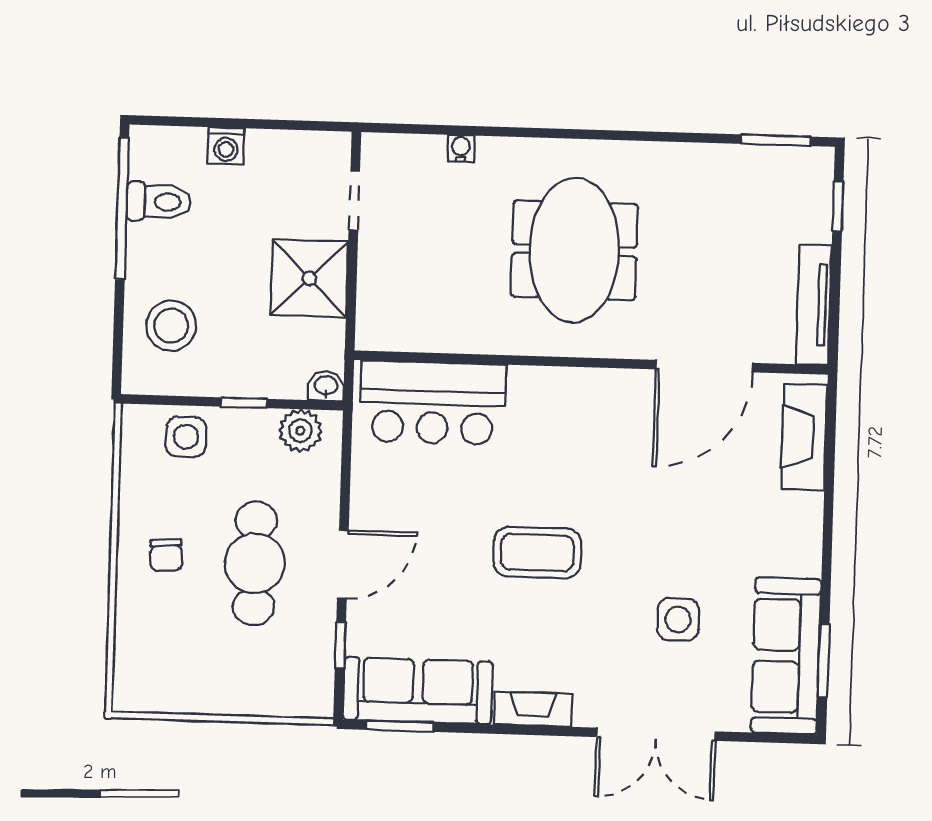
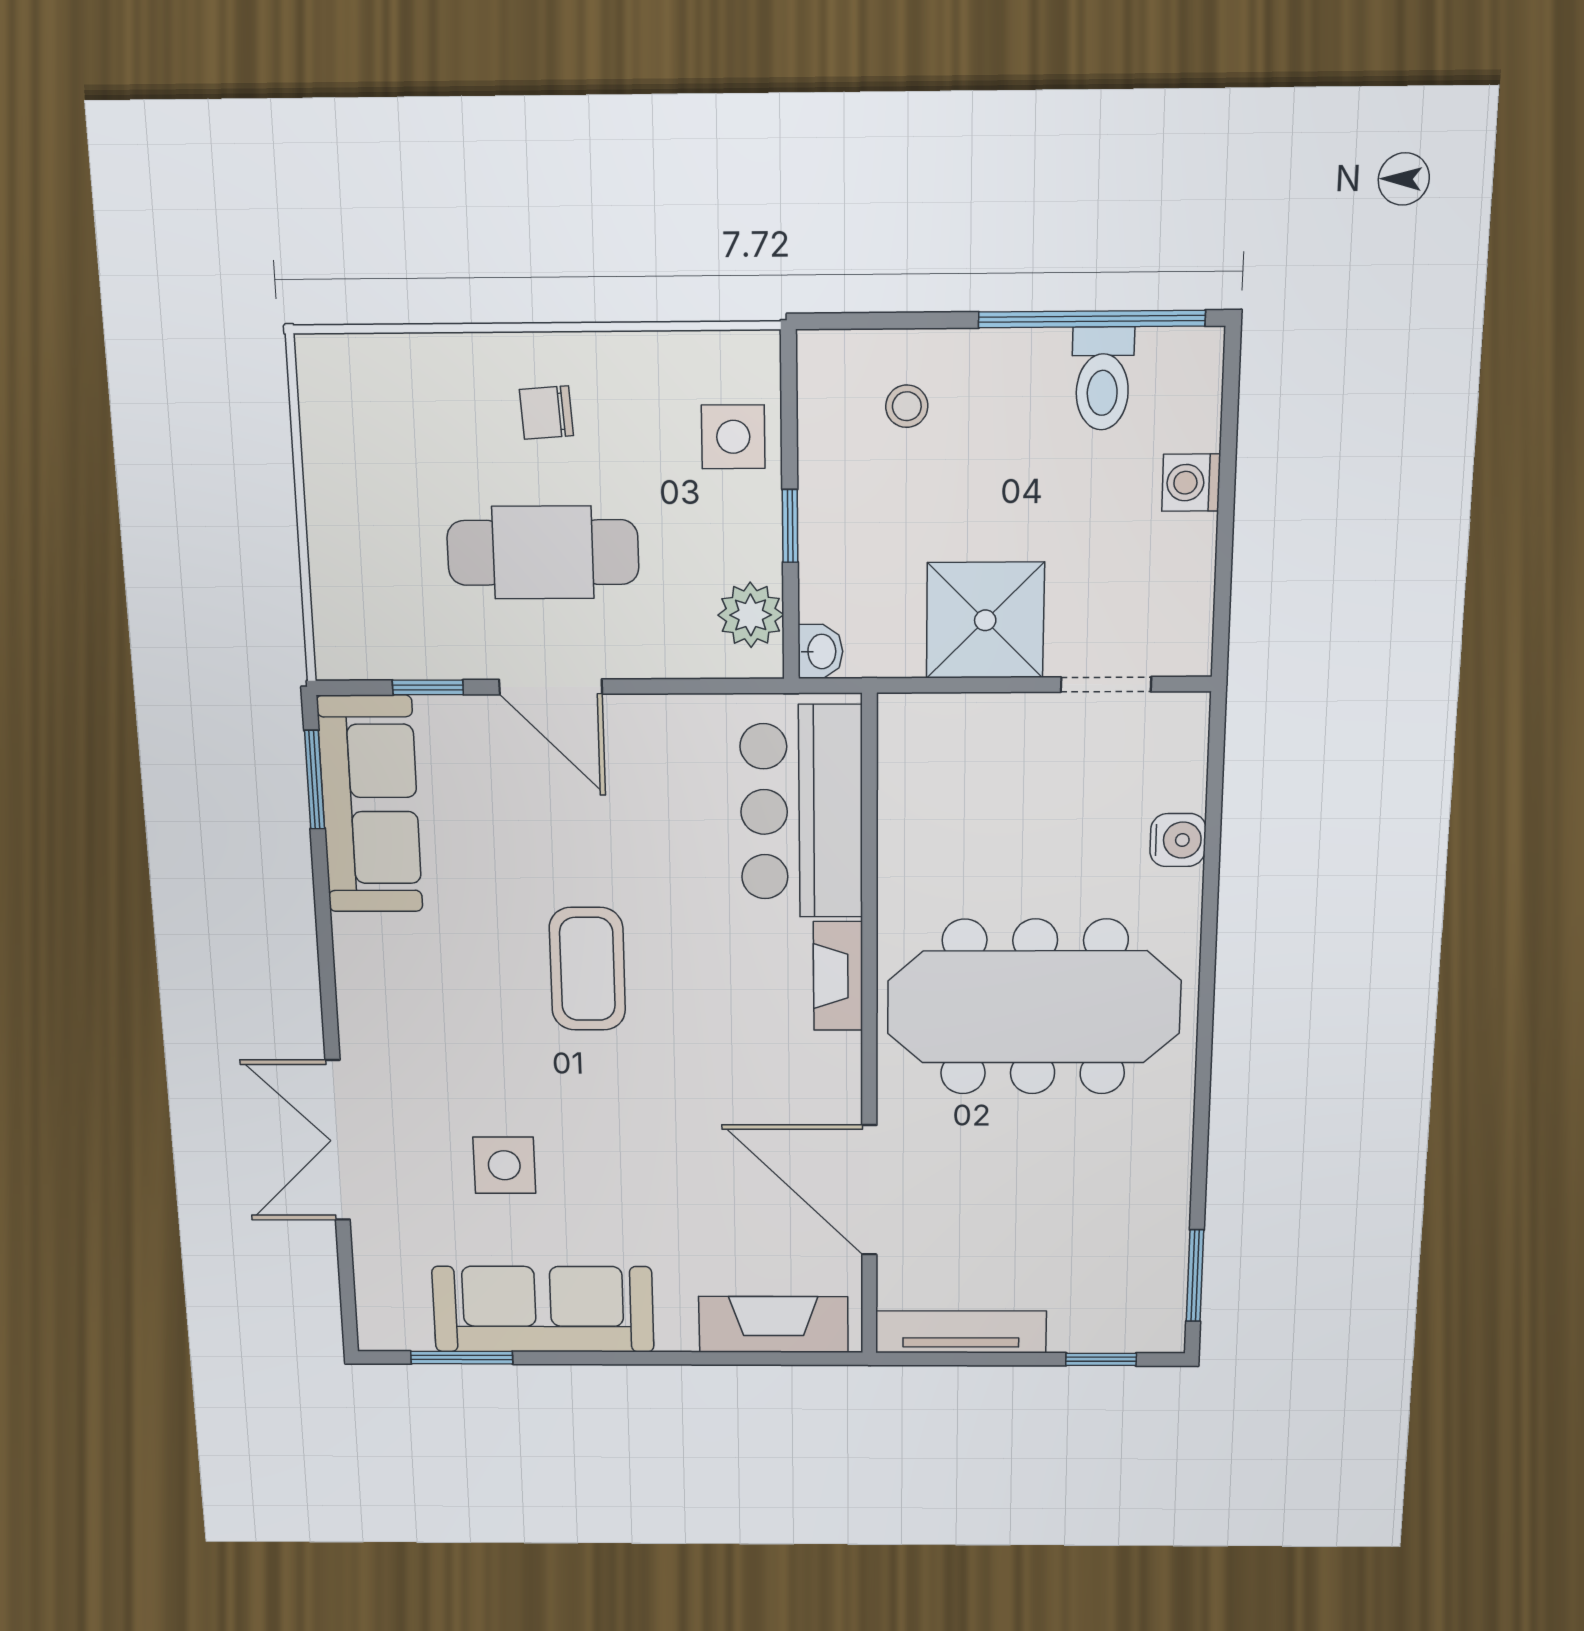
water cooler: (461, 148) -> (1178, 840), width x1.38, depth x1.38
meeting table: (574, 250) -> (1034, 1007), width x1.36
stool: (171, 326) -> (907, 406), width x0.53, depth x0.53
sofa: (786, 656) -> (543, 1309), moved
fireplace: (533, 709) -> (838, 976), moved, turned 180

